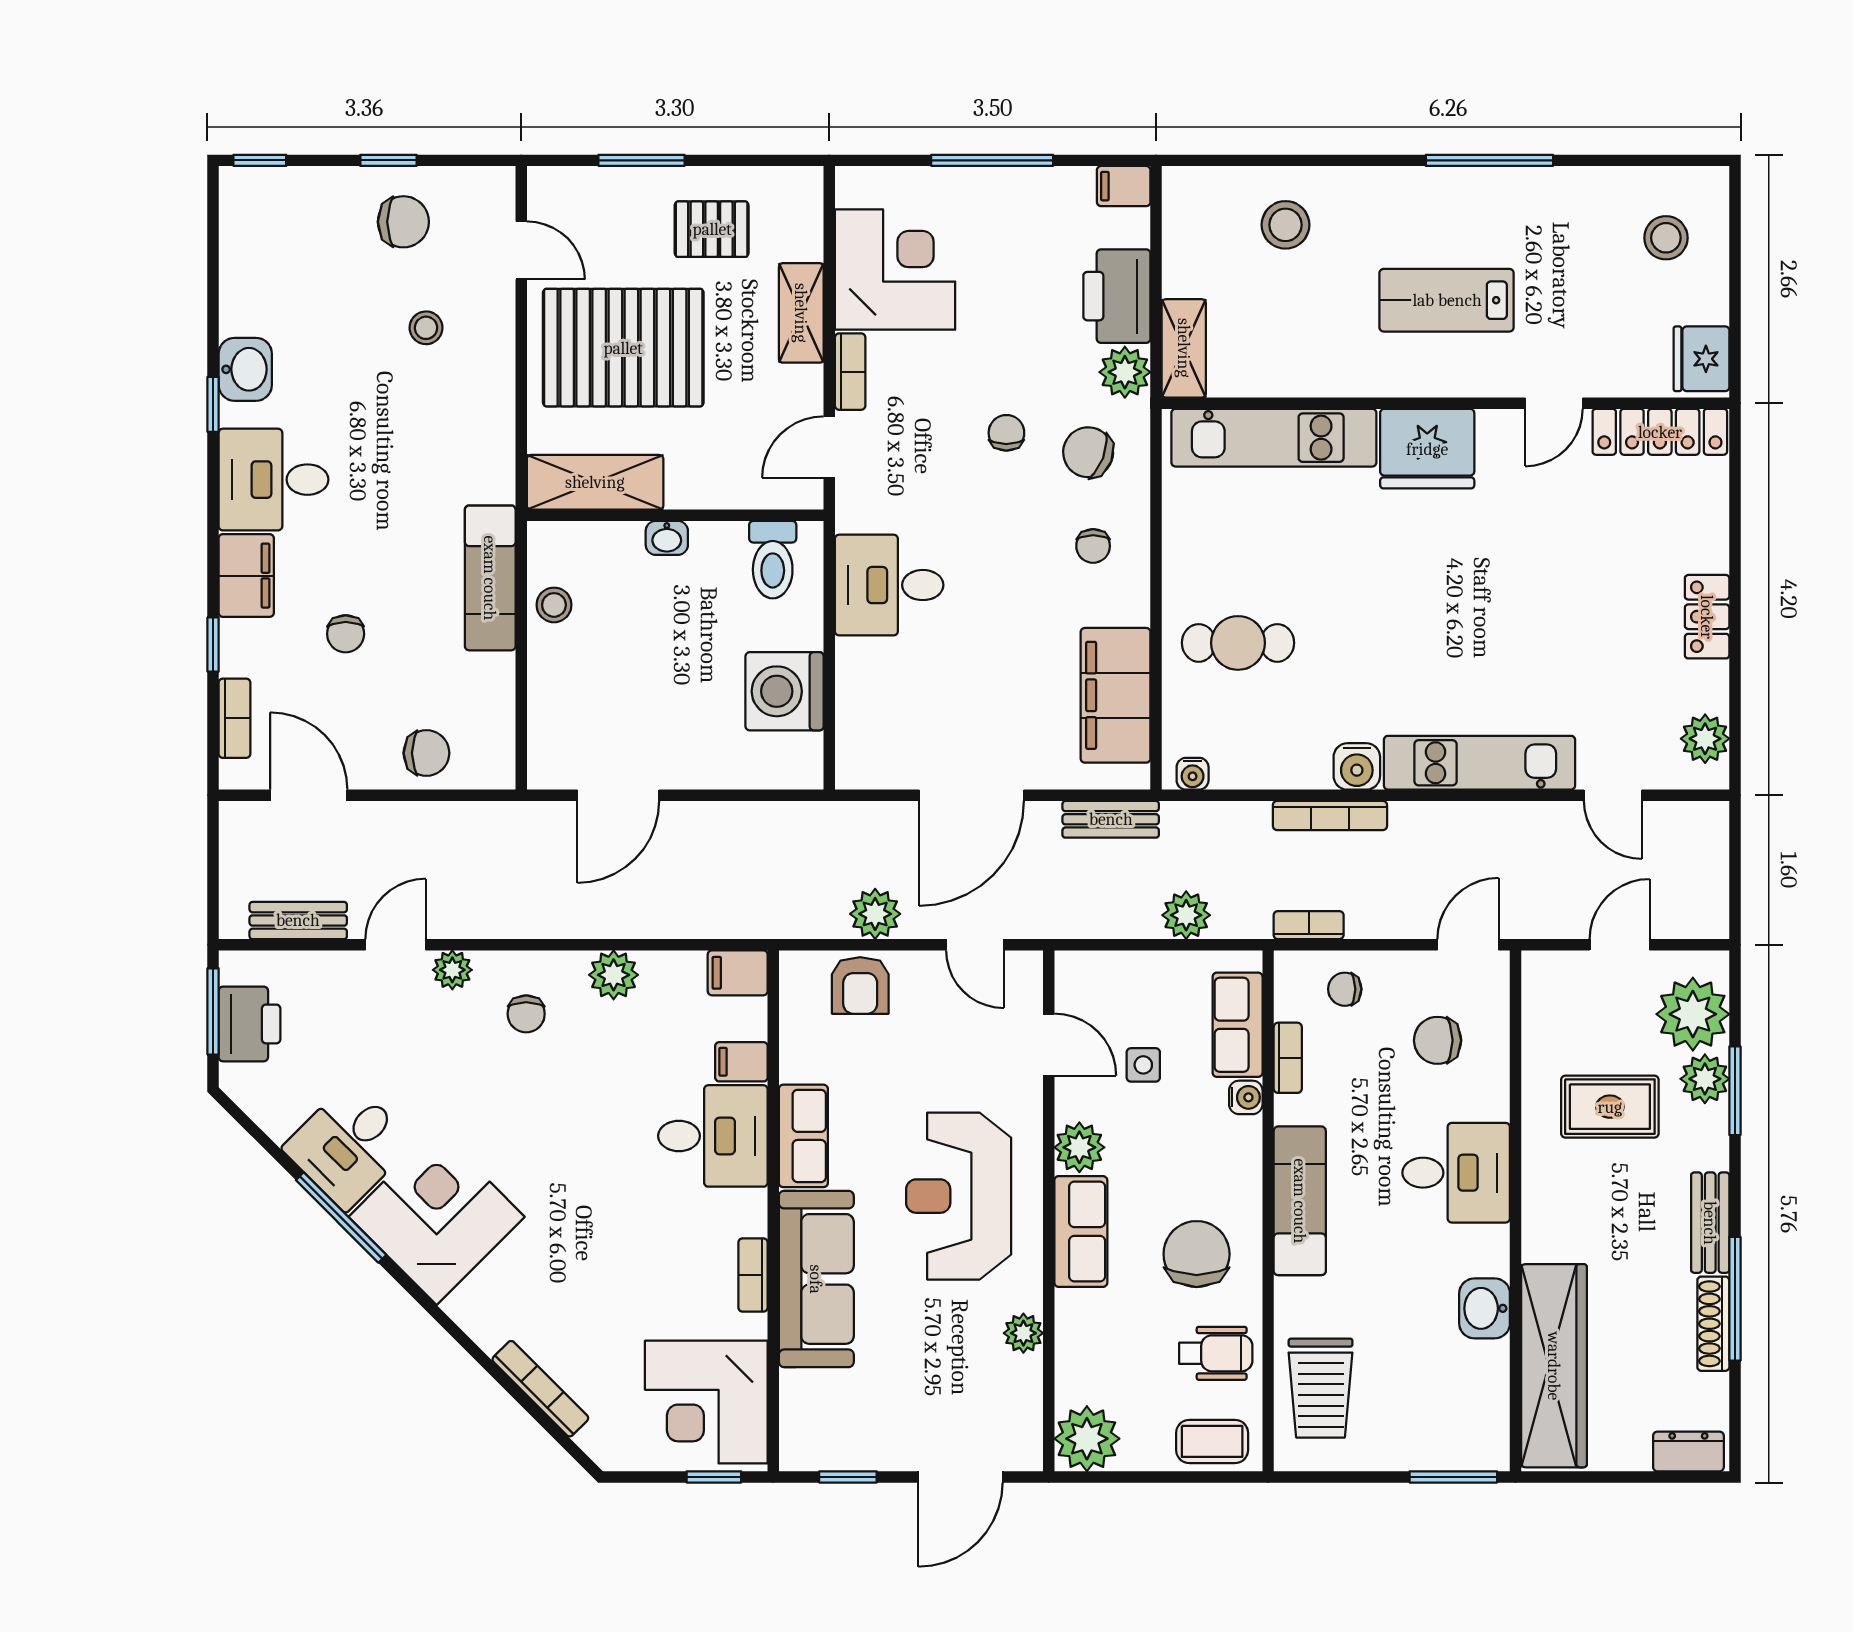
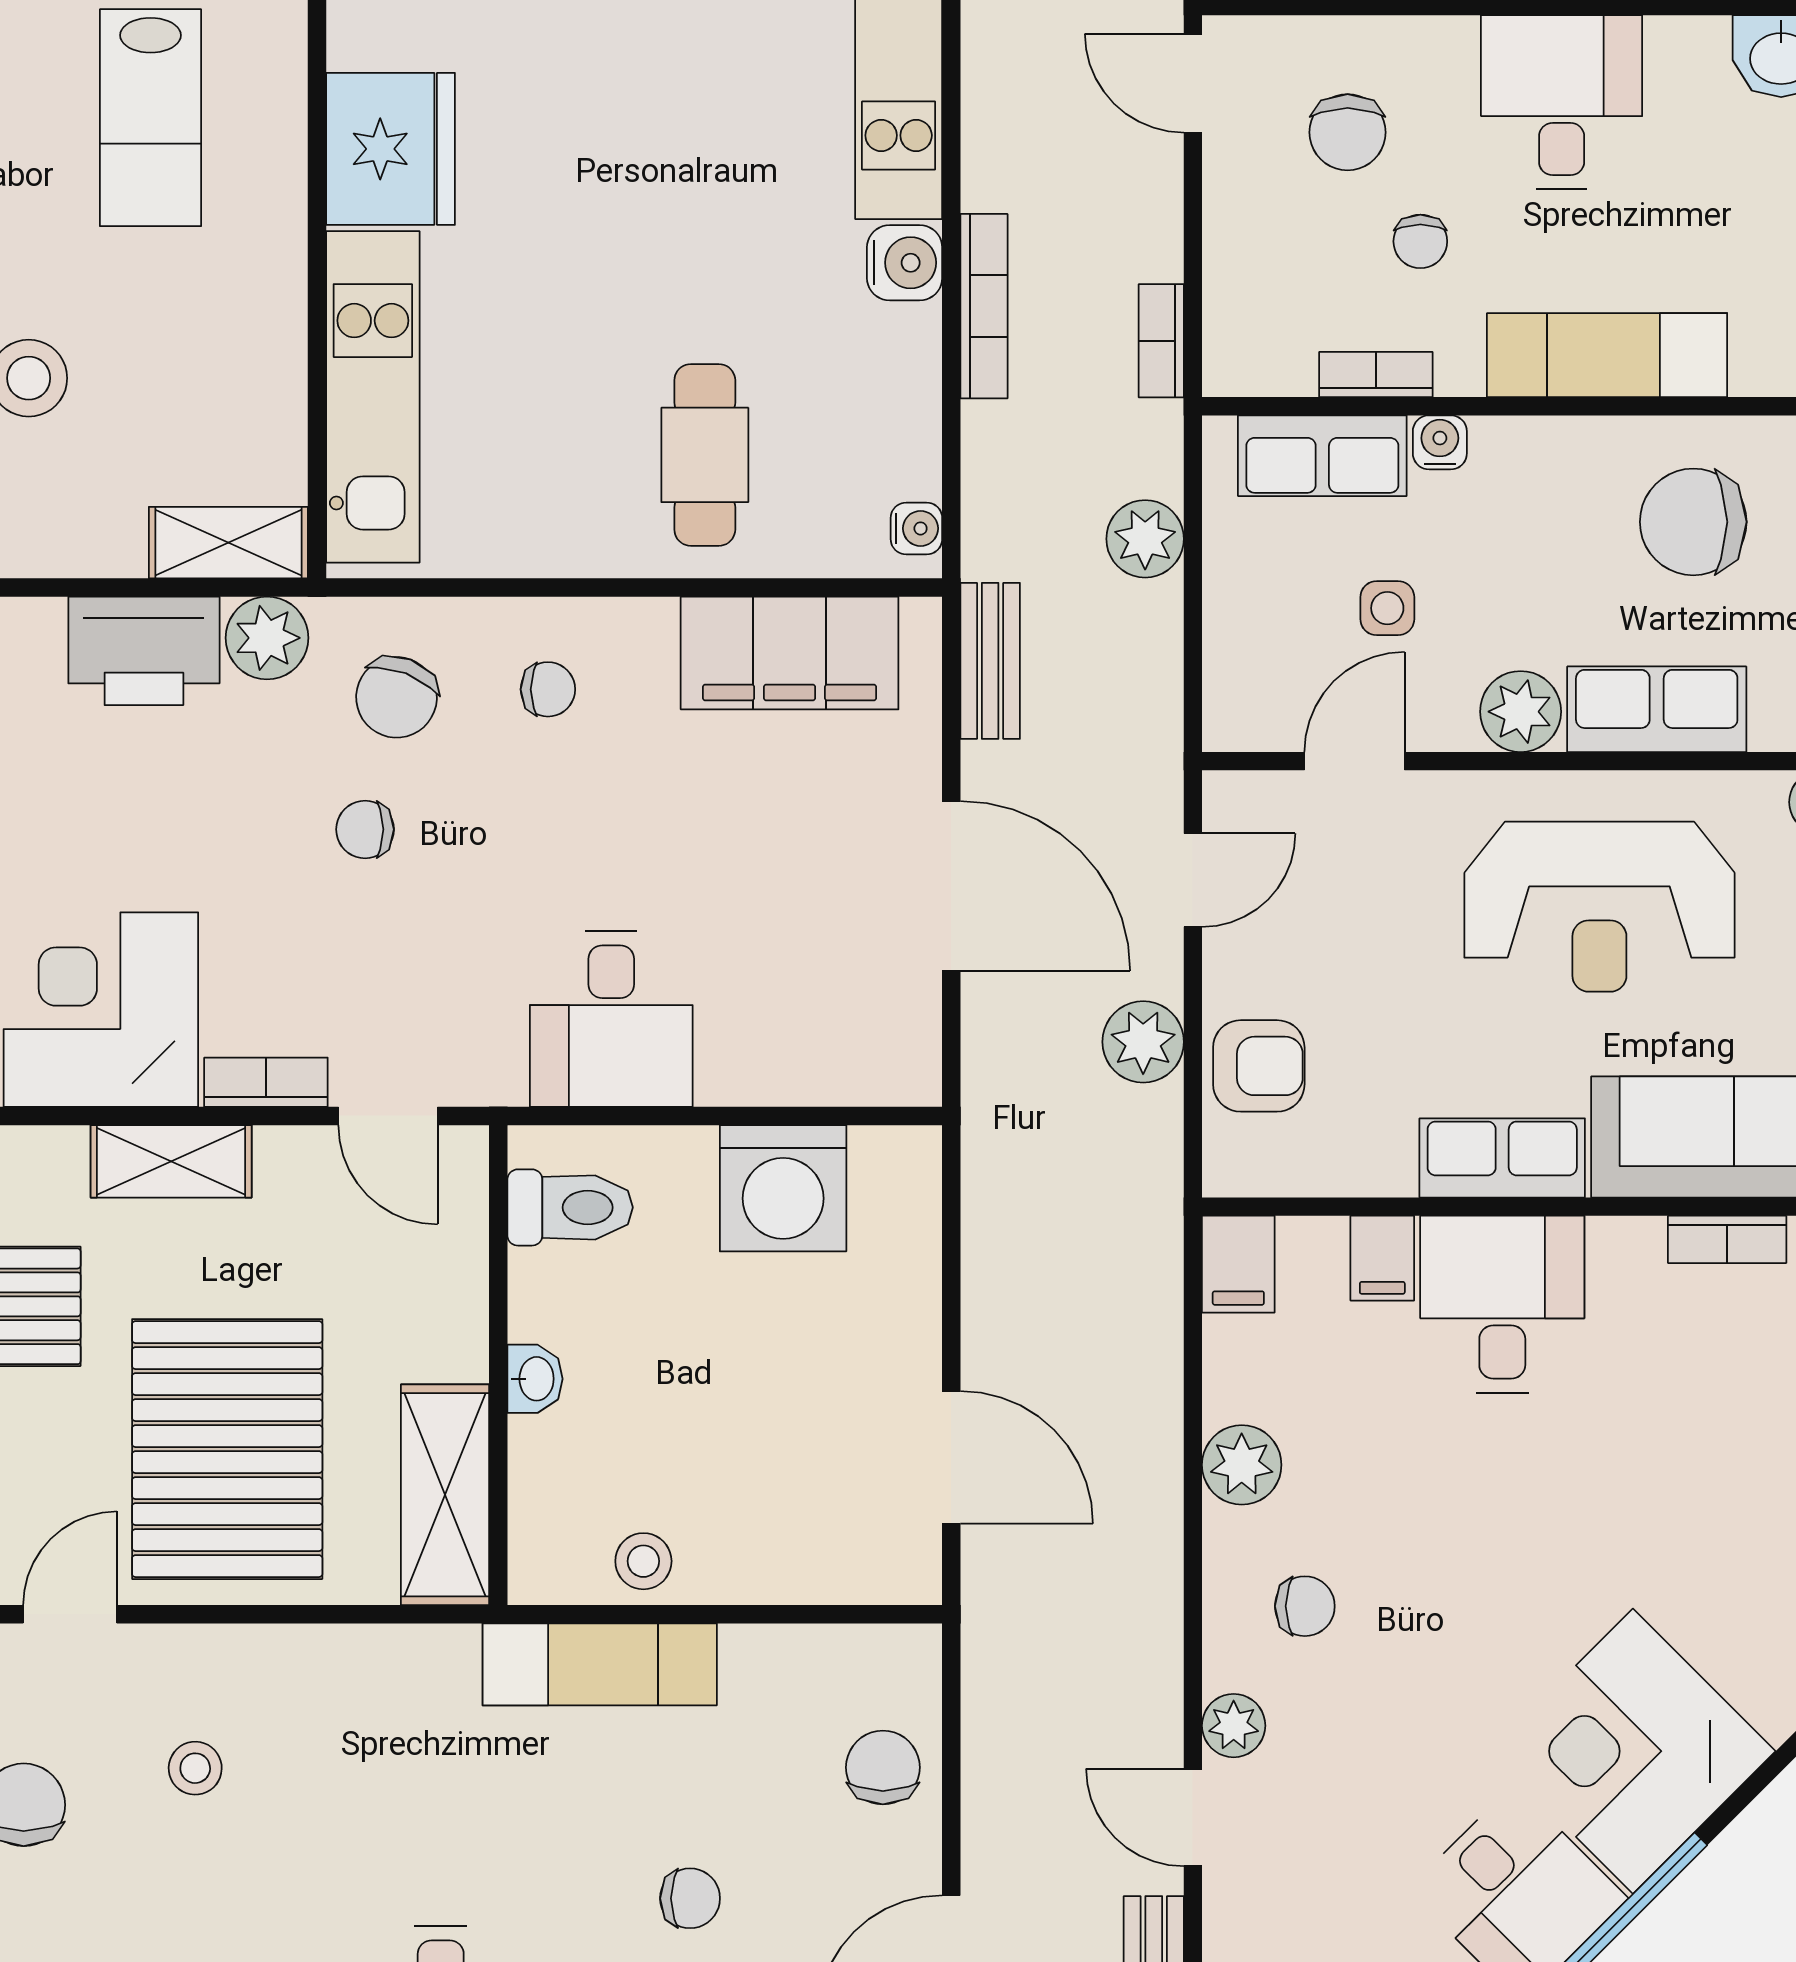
chair: (1345, 989) -> (1420, 241), moved

